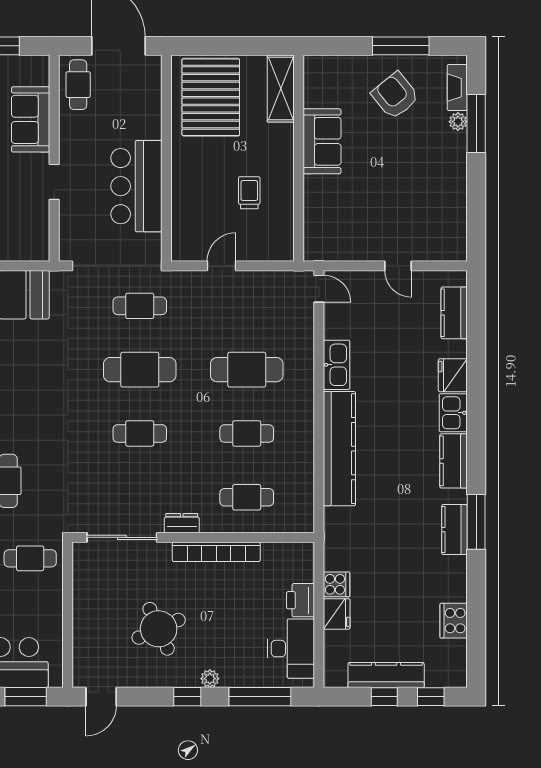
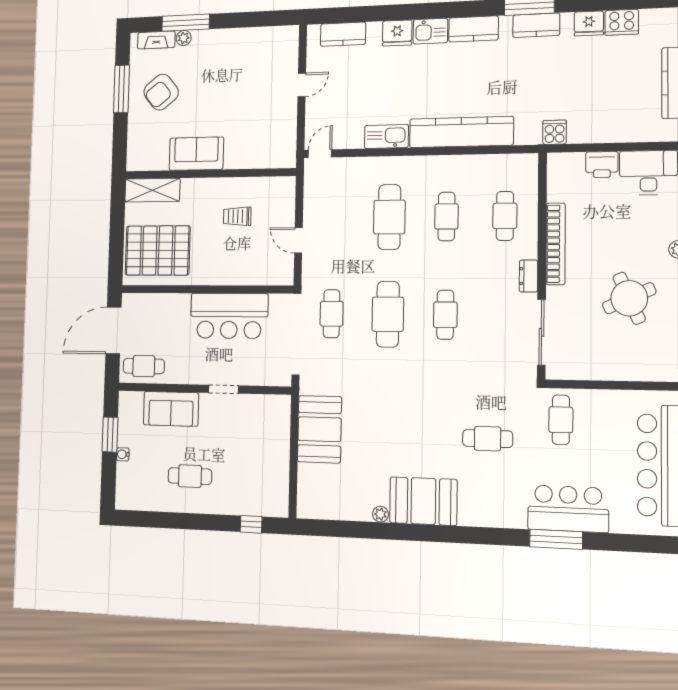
cooker: (337, 584) -> (555, 132), moved
fridge: (337, 614) -> (589, 23), moved, turned 180

